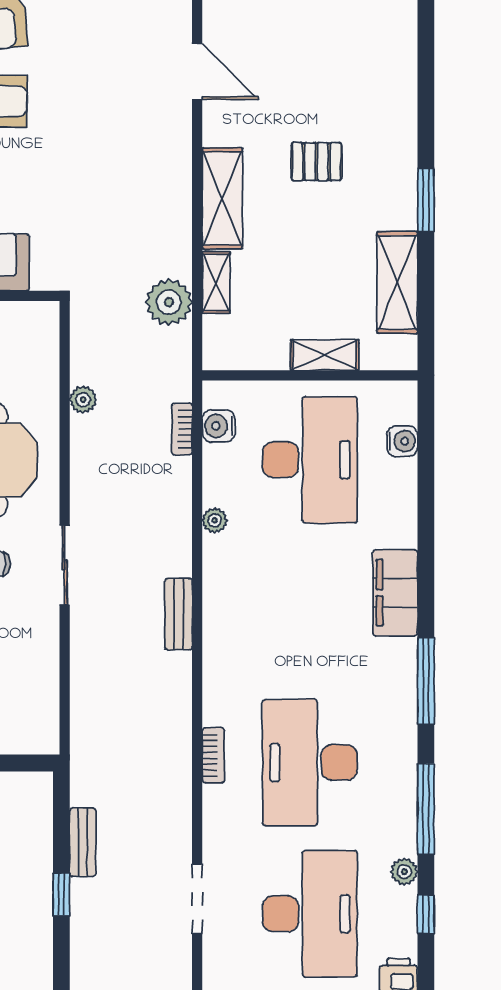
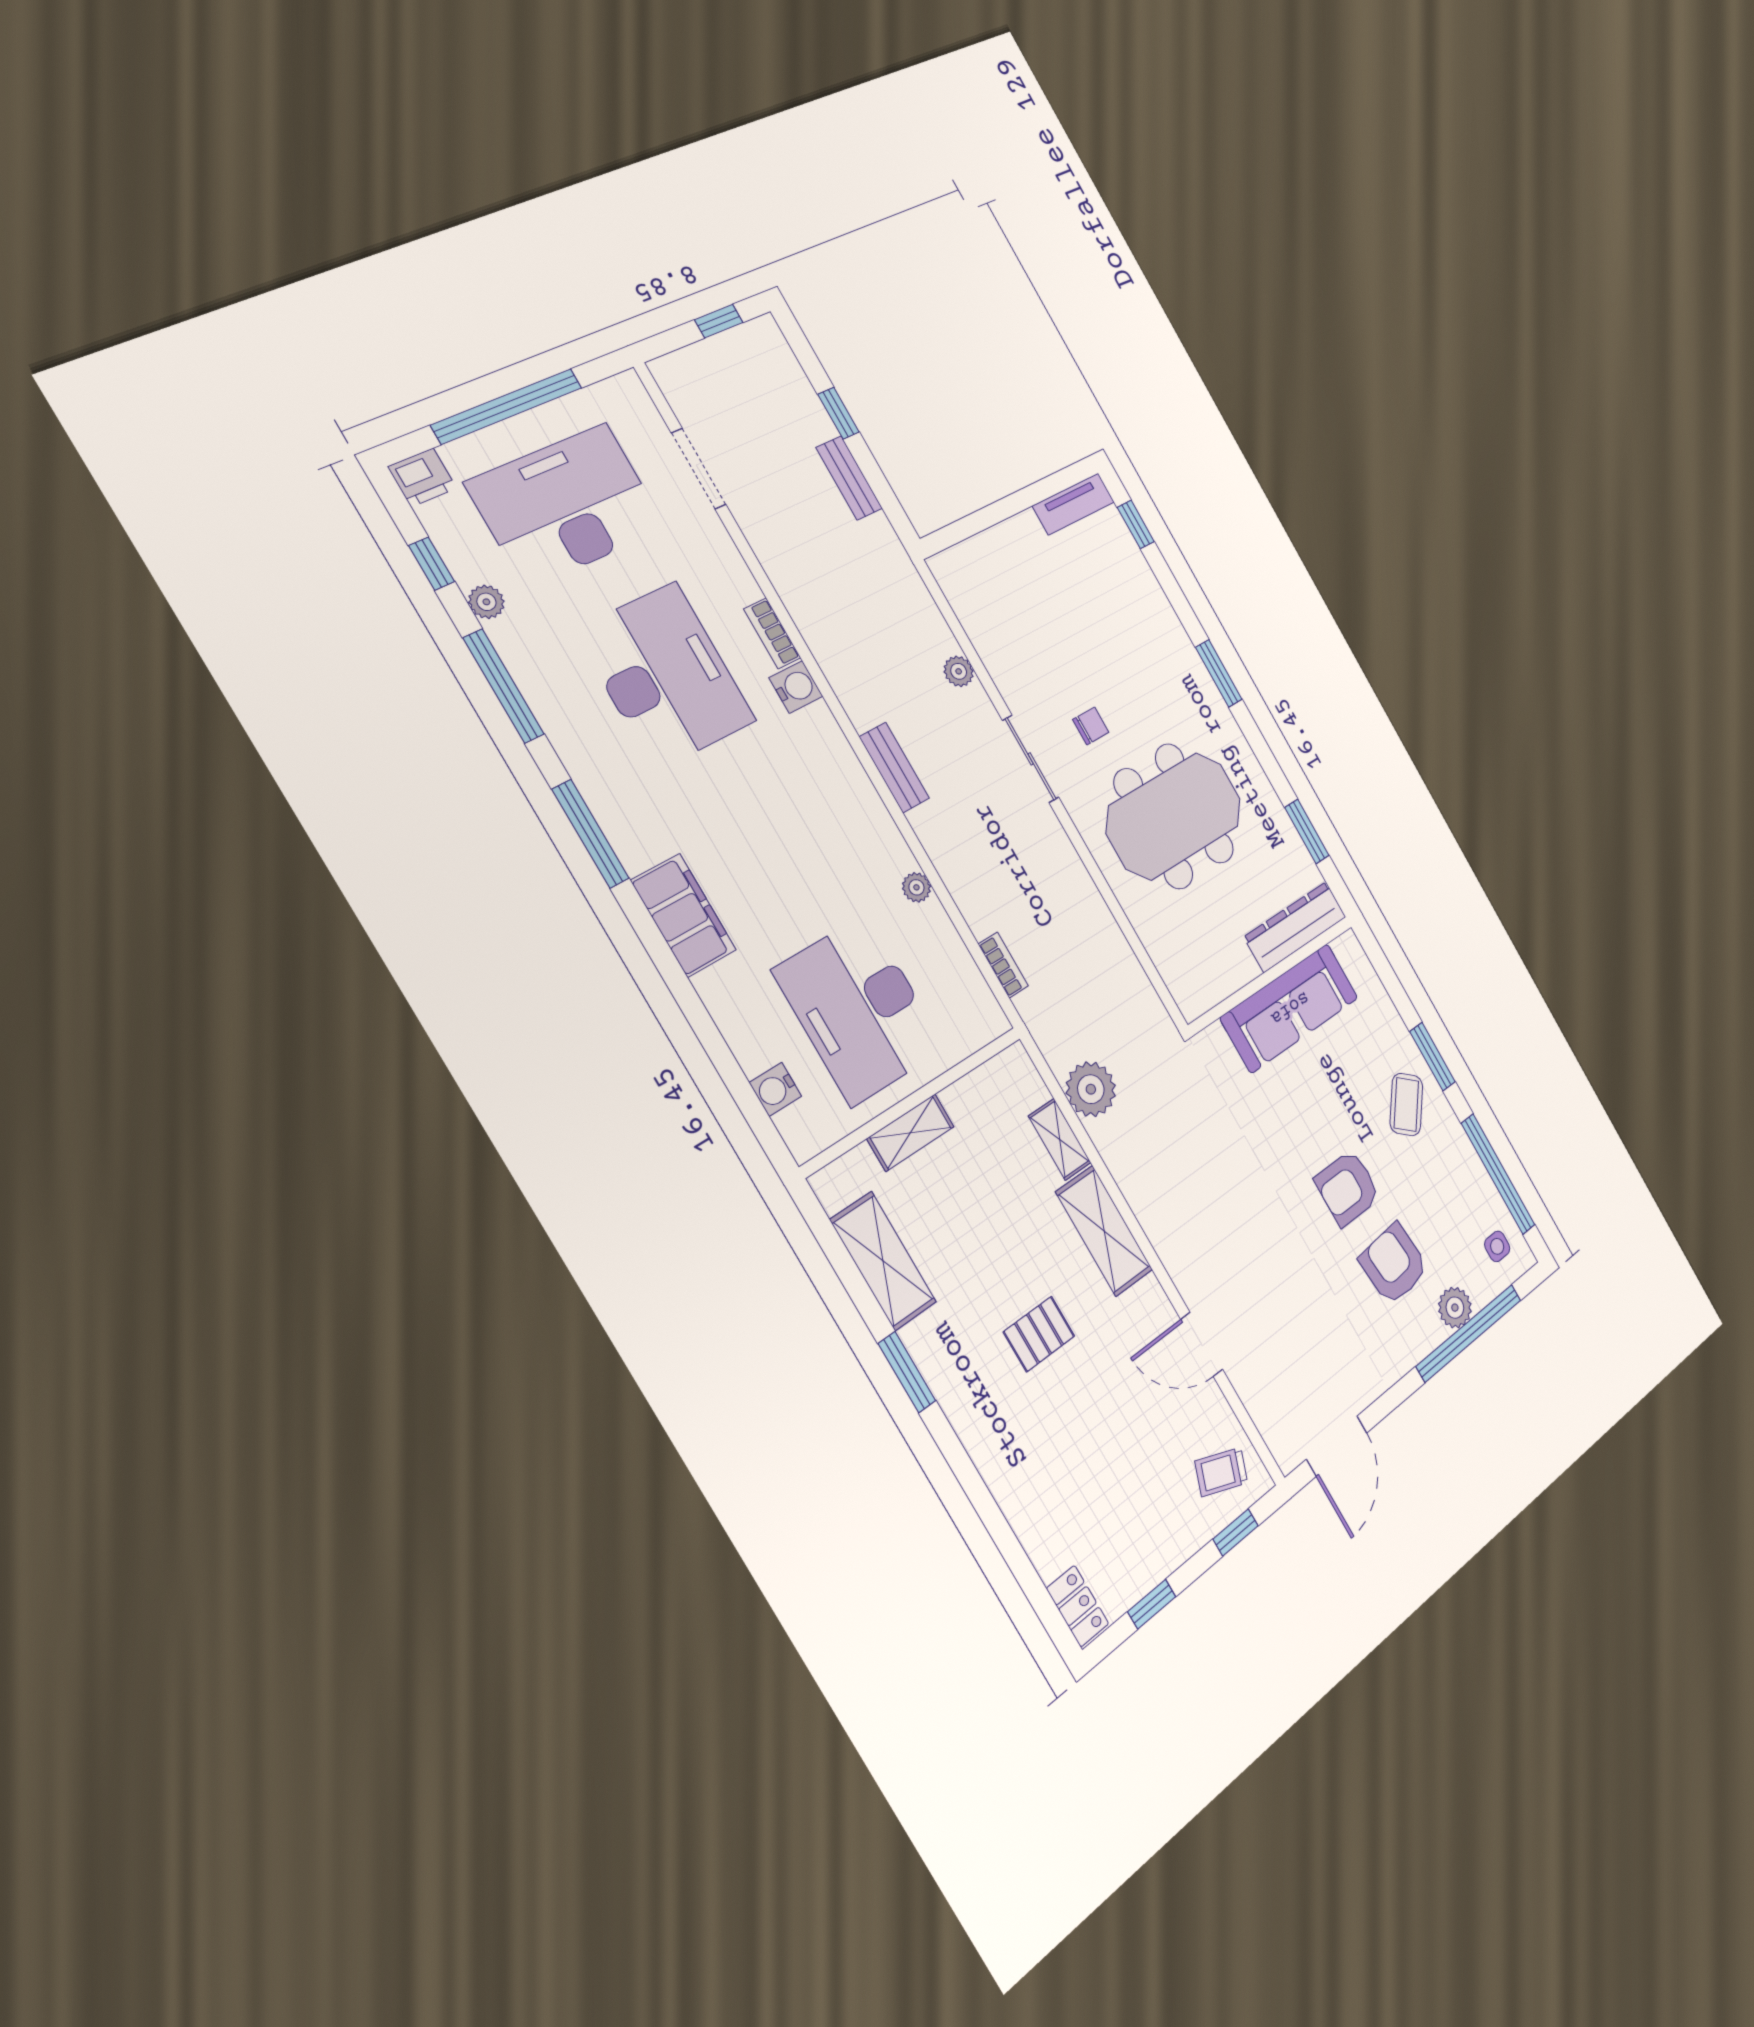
plant: (83, 400) -> (959, 671), moved
water cooler: (219, 426) -> (796, 687), moved
desk: (310, 914) -> (567, 506), turned 90

